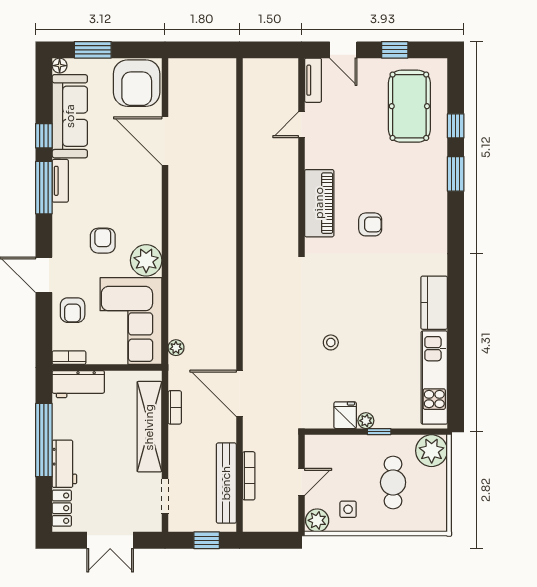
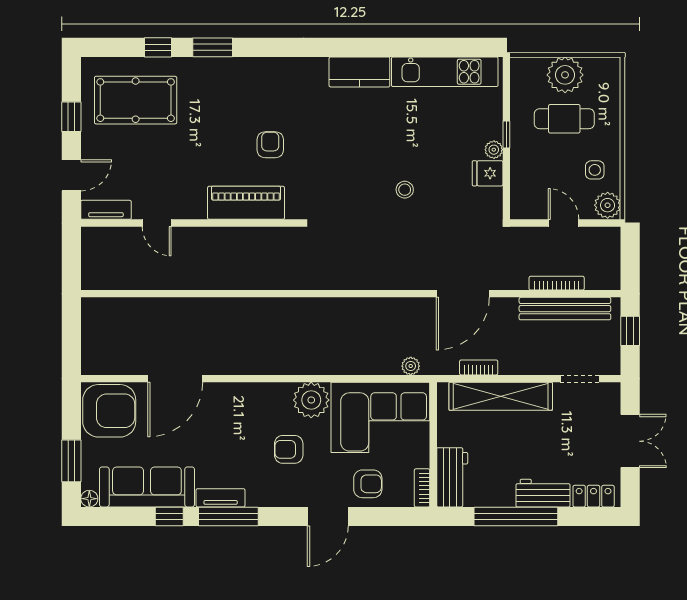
plant: (432, 451) -> (565, 75), moved

